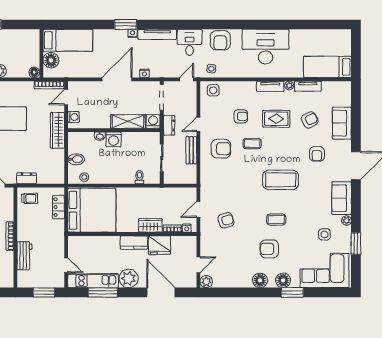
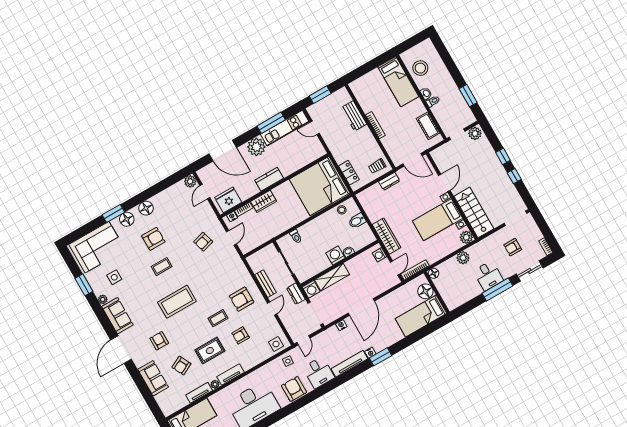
fridge: (159, 245) -> (228, 200), moved

